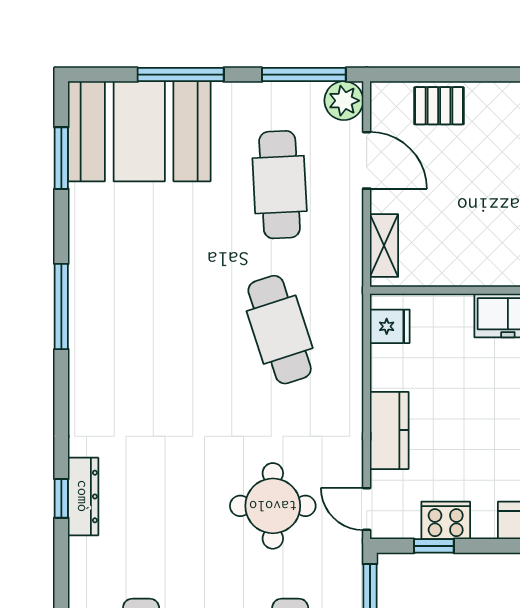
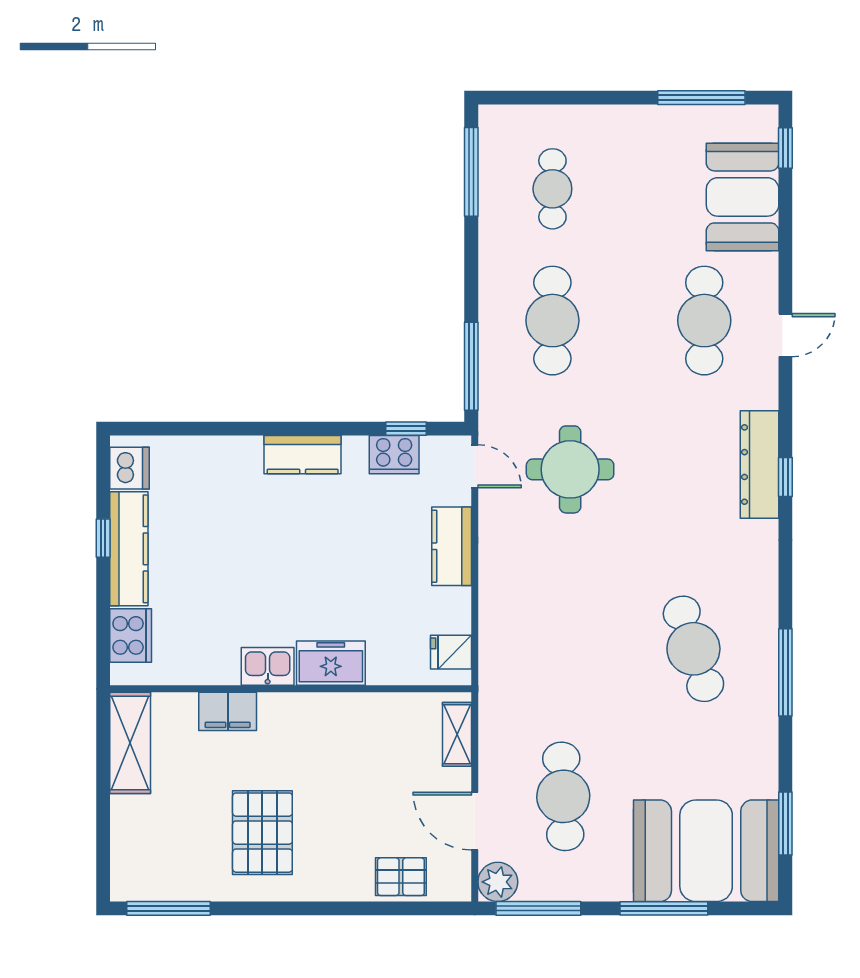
cafe table: (280, 330) -> (693, 649), moved
dresser: (83, 496) -> (759, 465), width x1.37, depth x1.24

